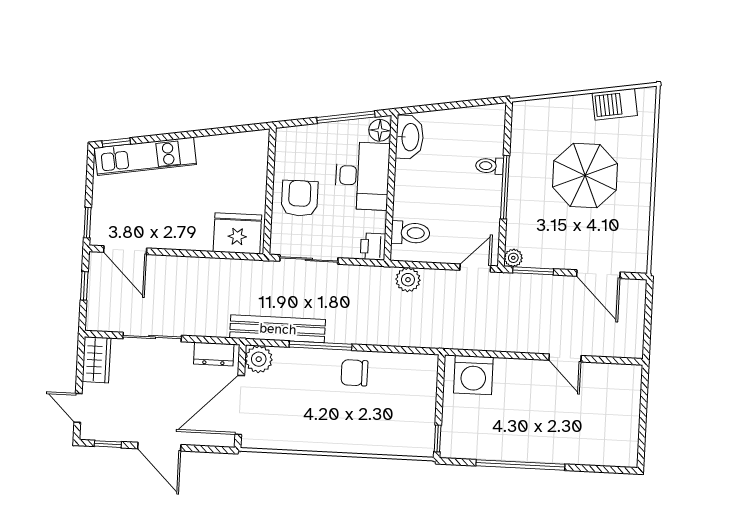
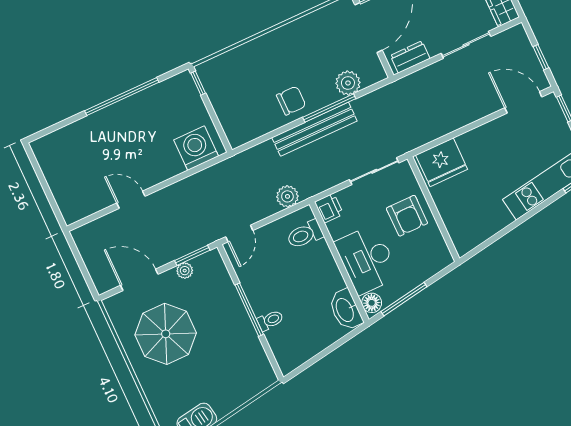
parasol: (585, 175) -> (166, 334), moved
plant: (513, 258) -> (185, 271), moved
bench: (278, 329) -> (314, 129), moved
plant: (259, 359) -> (348, 83), moved

